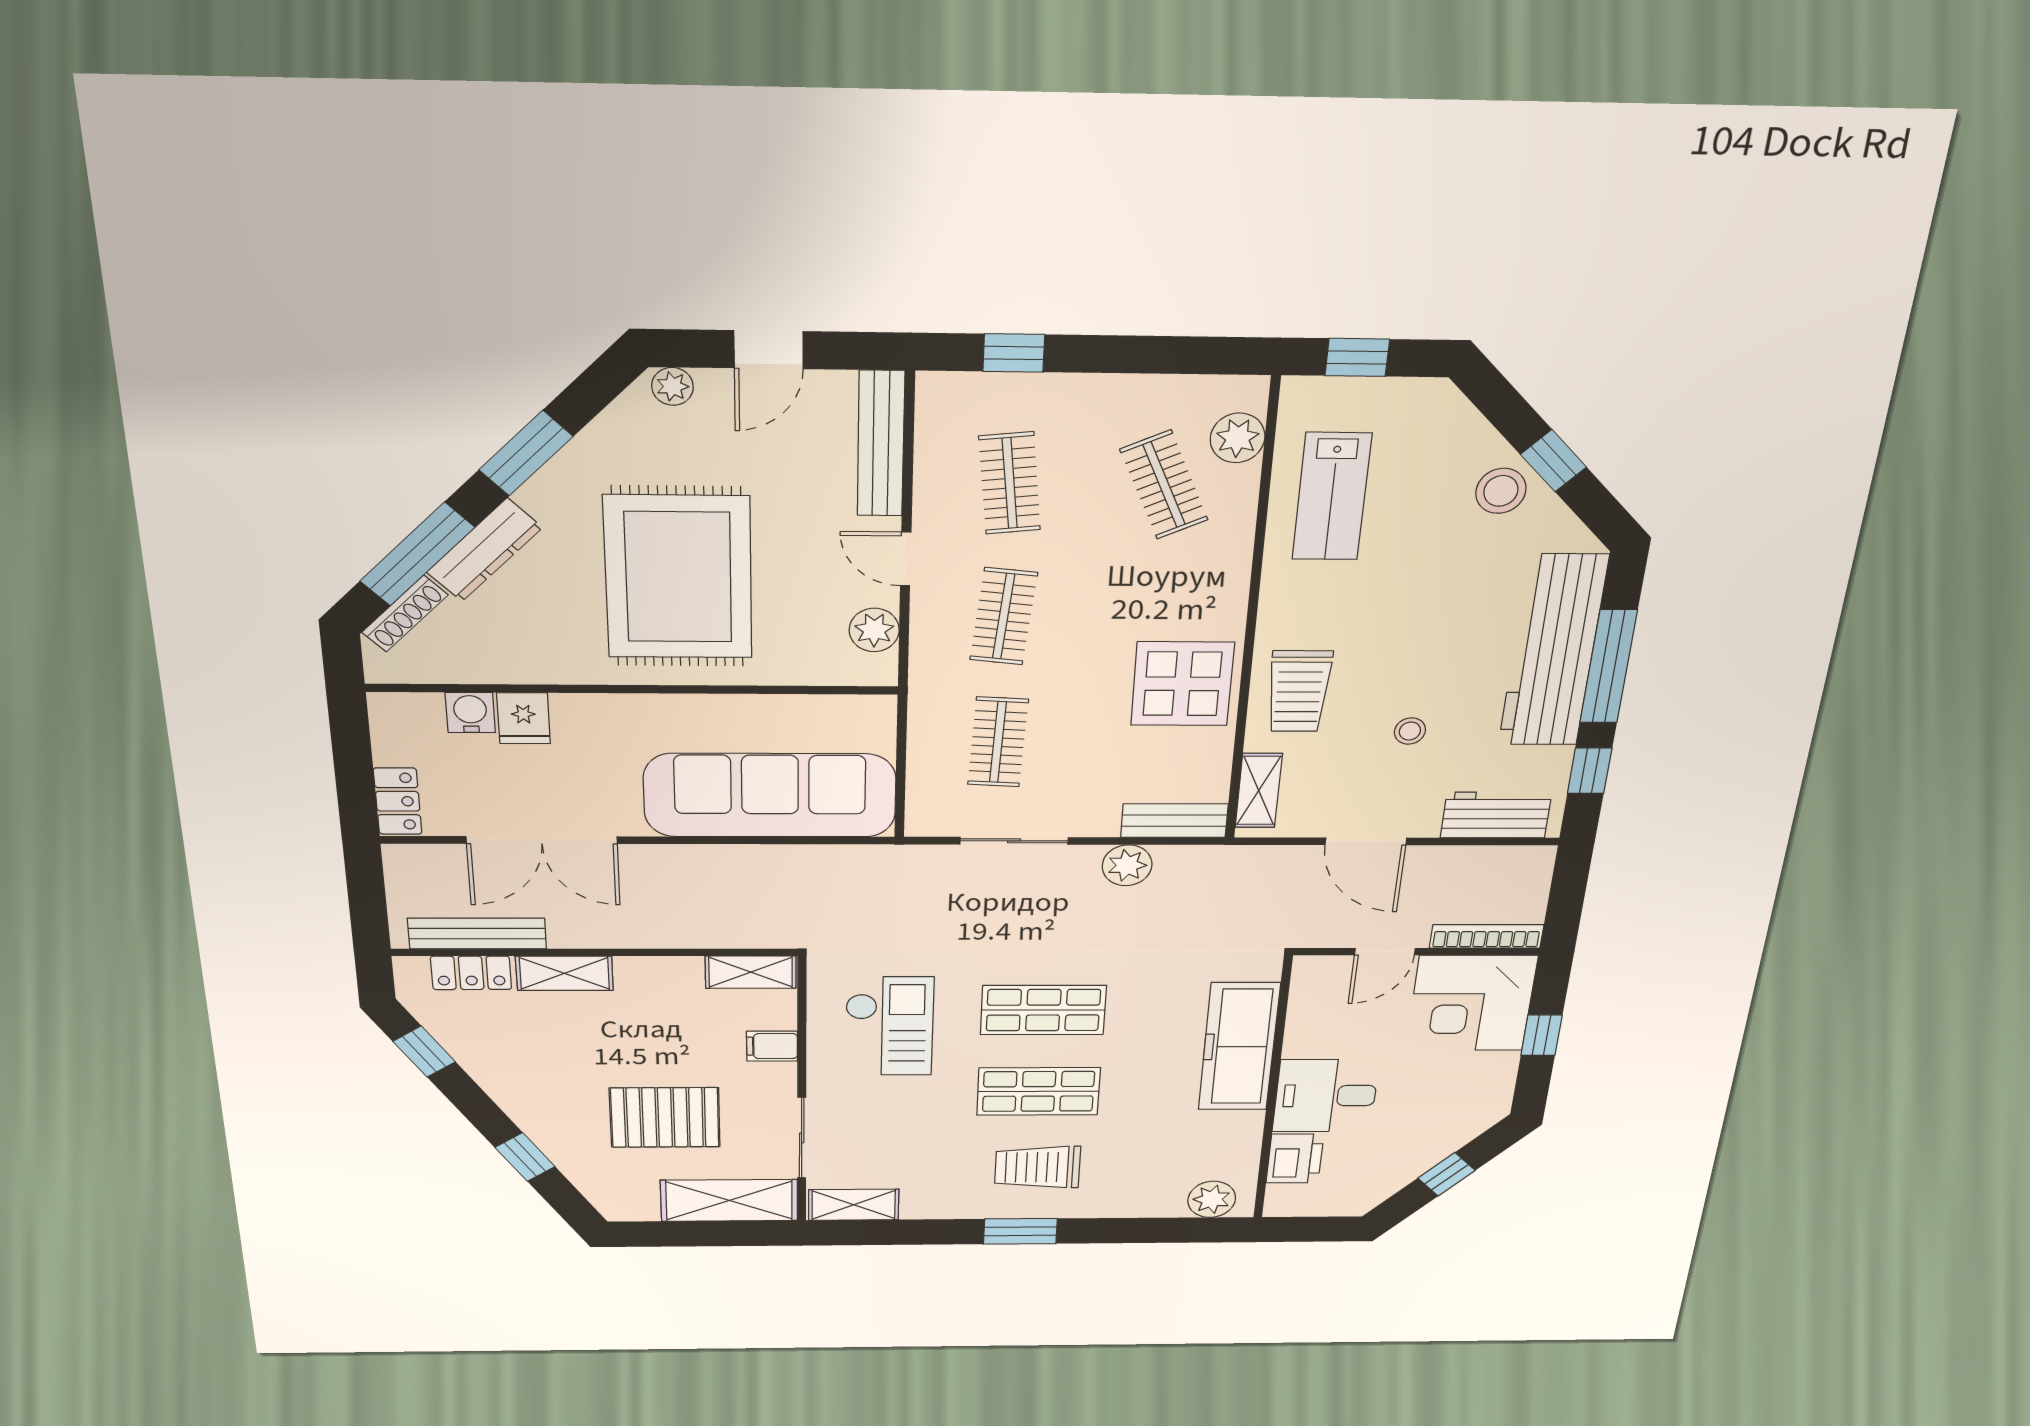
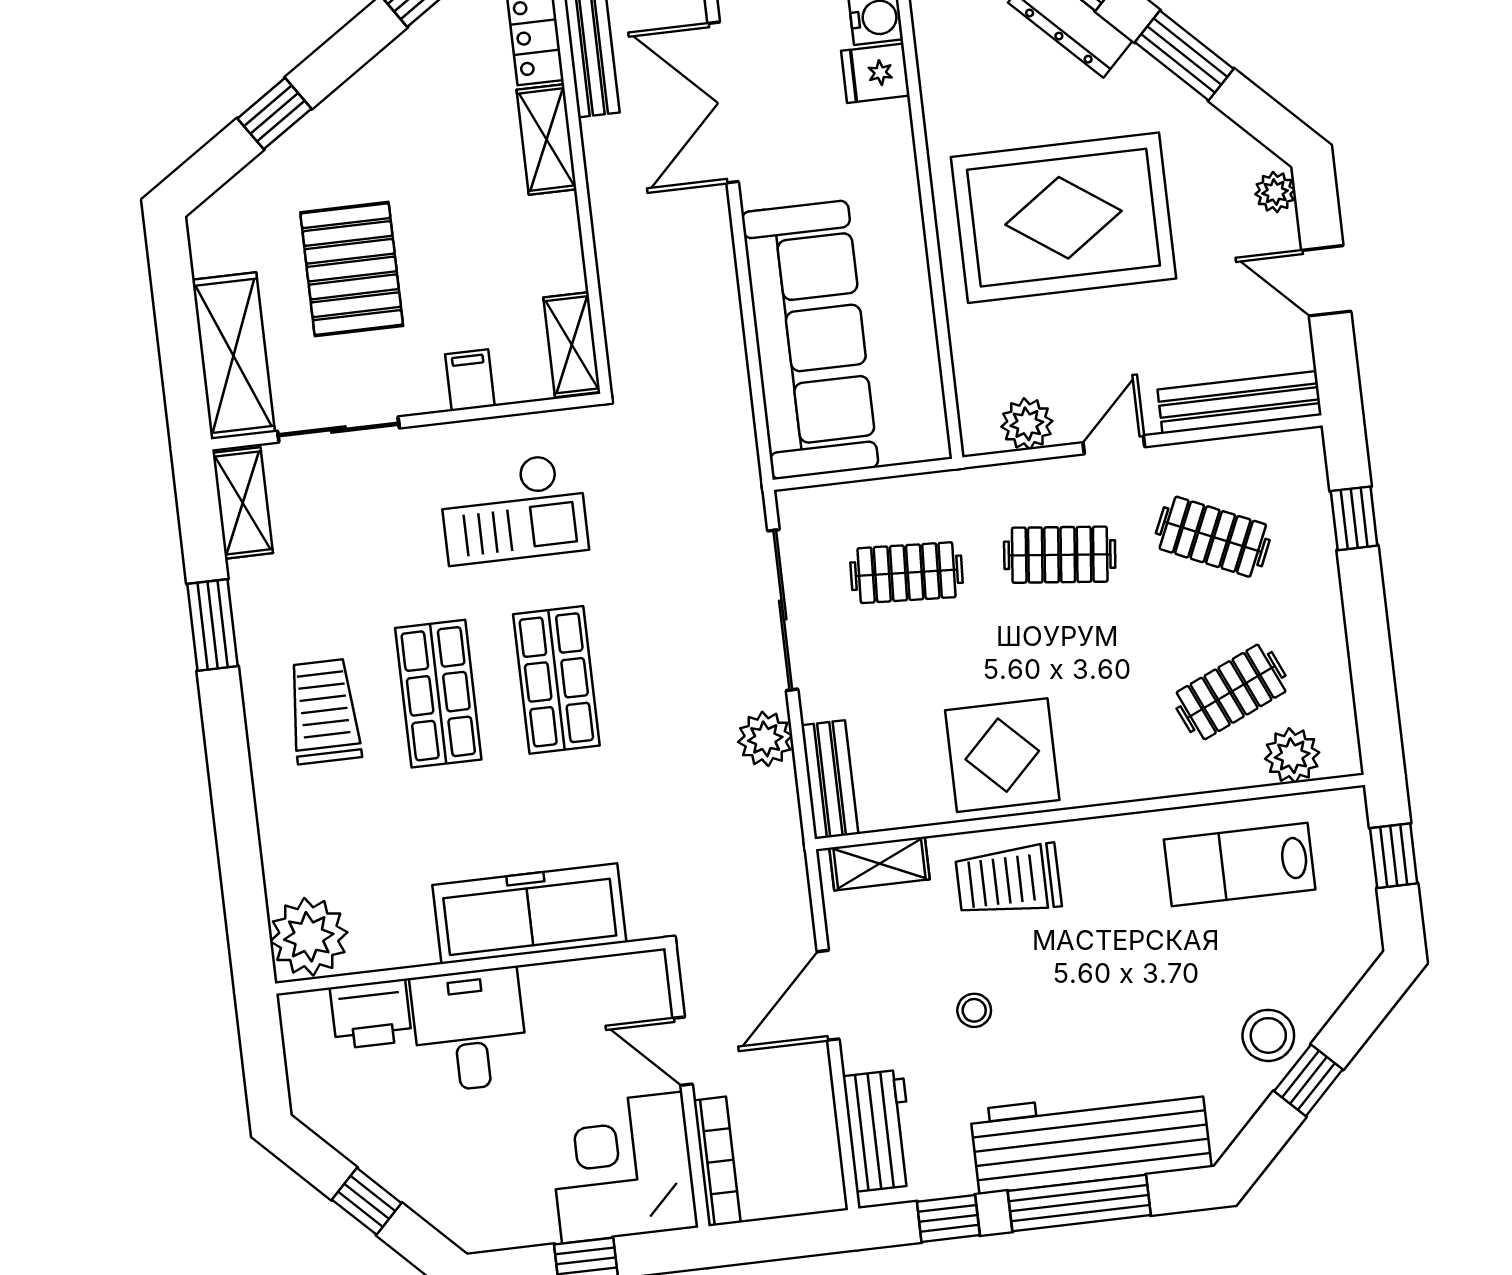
clothes rail: (1010, 483) -> (1213, 537), turned 30
sliding door: (1014, 841) -> (783, 610), width x1.37
plant: (1212, 1199) -> (309, 937), width x1.36, depth x1.36
window: (1020, 1231) -> (213, 625), moved

